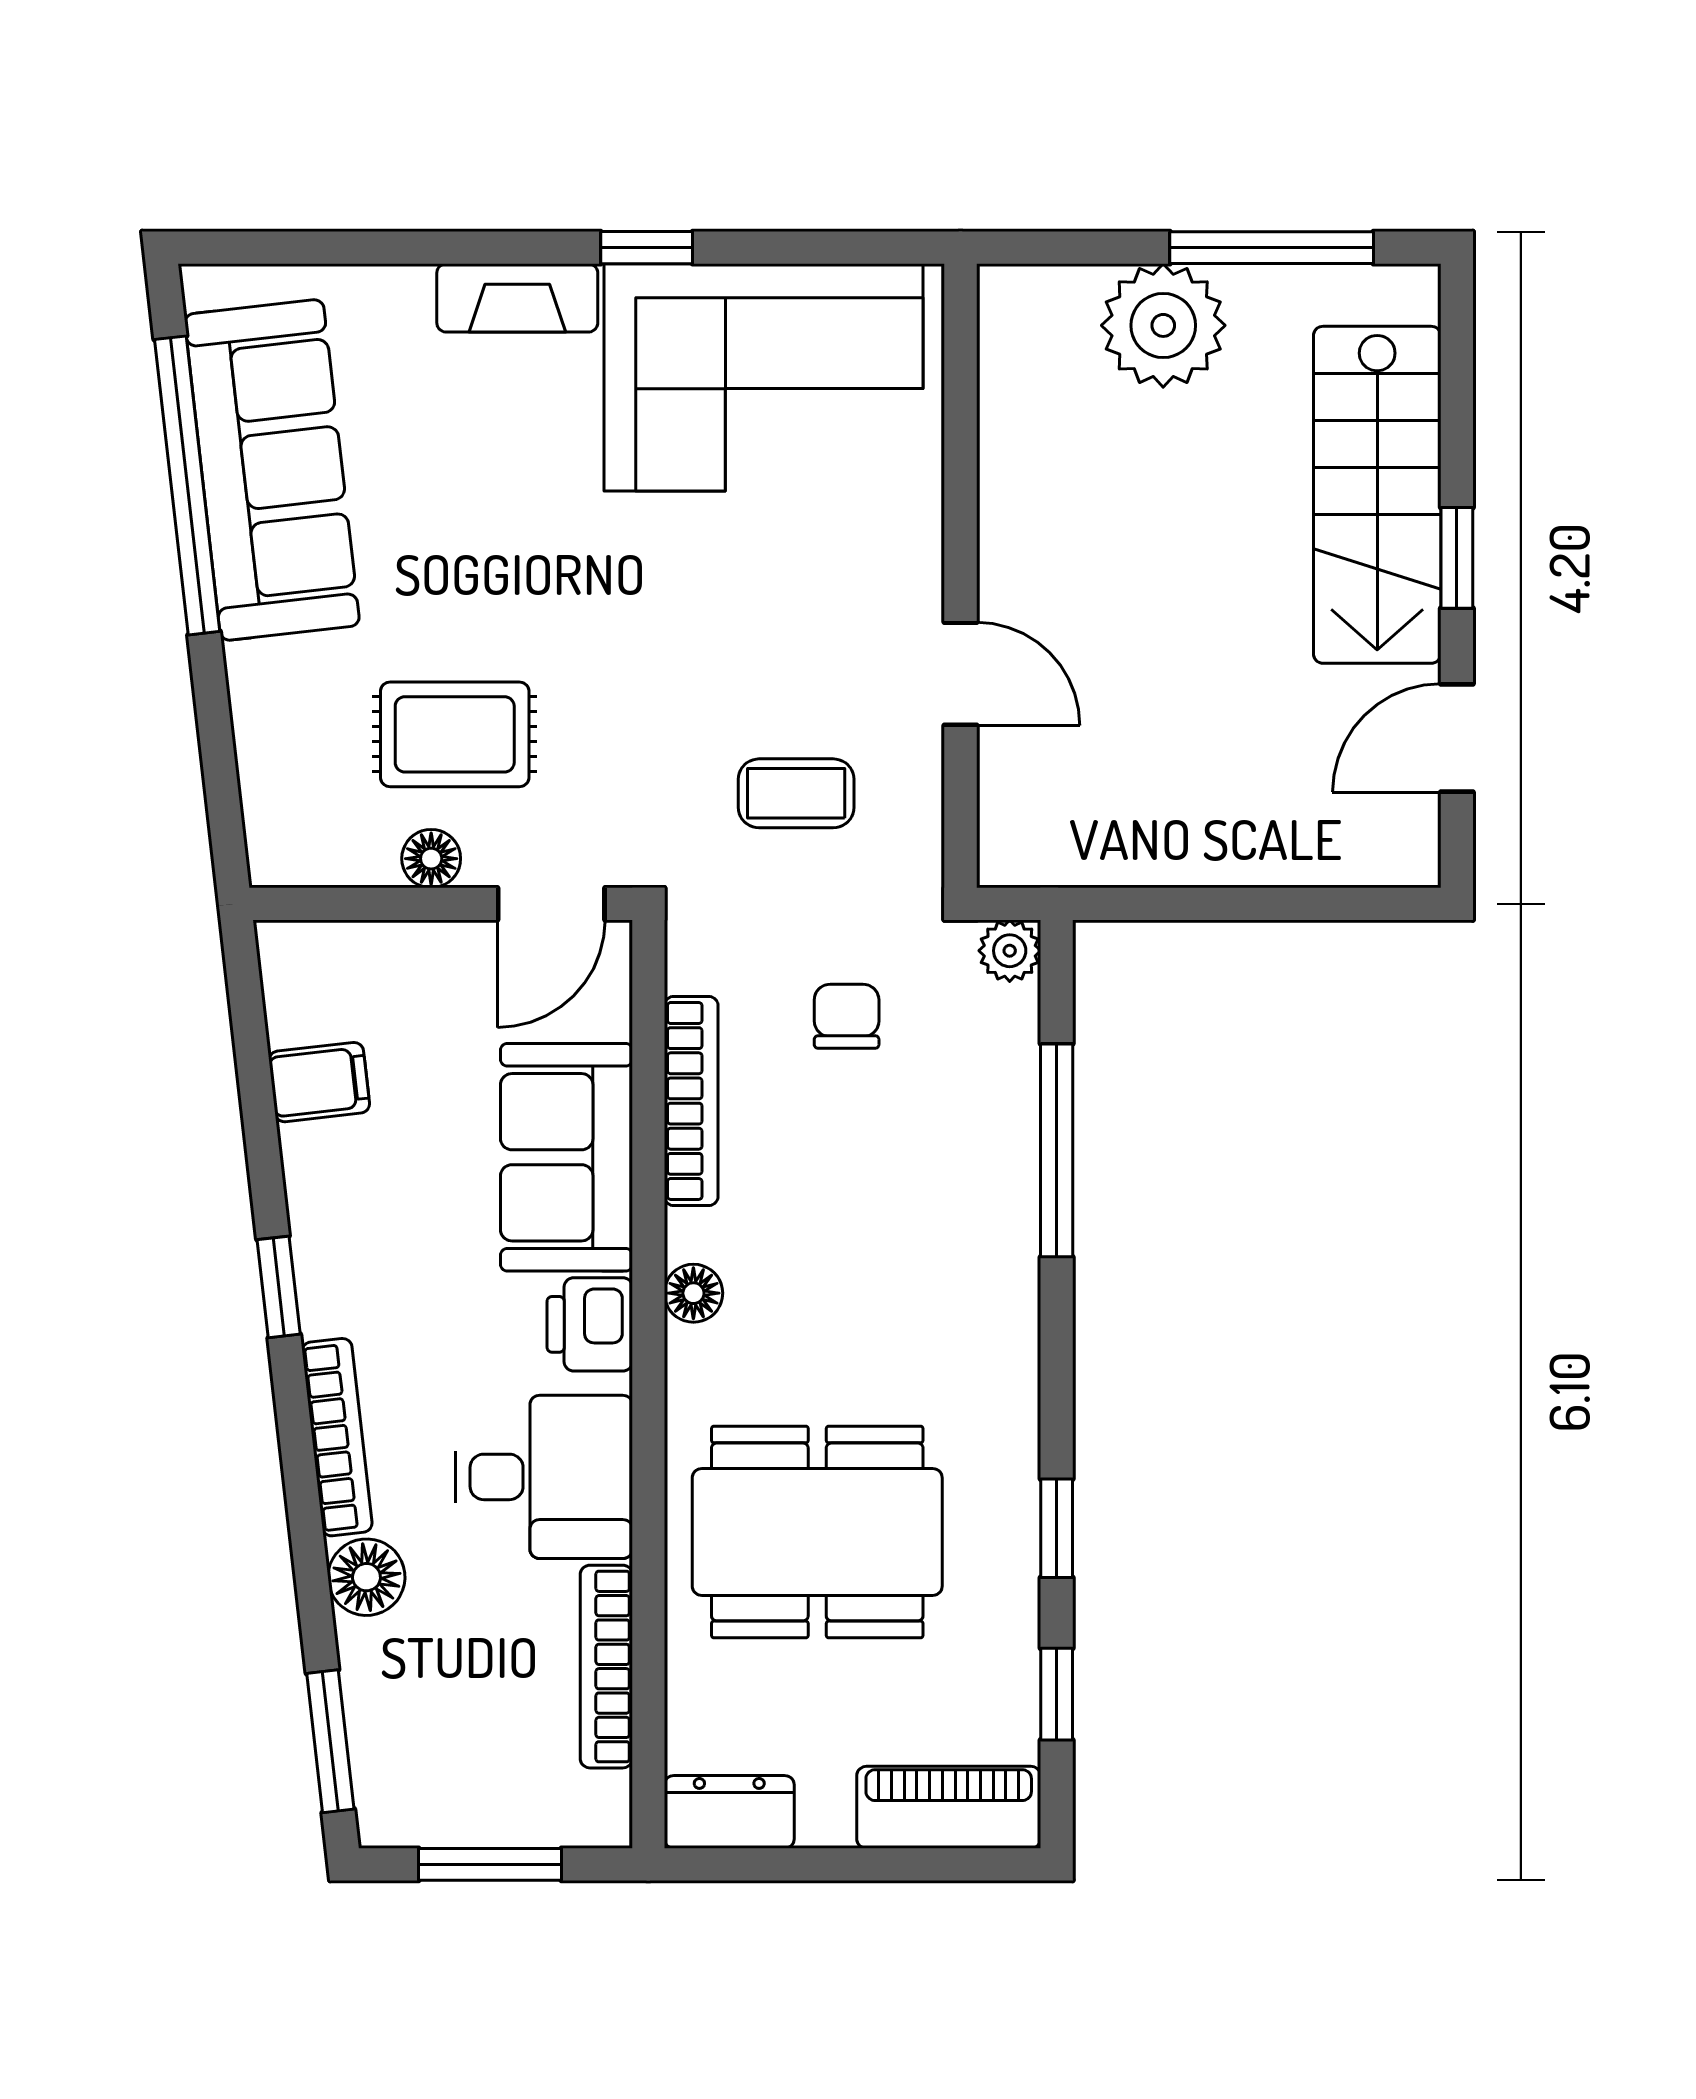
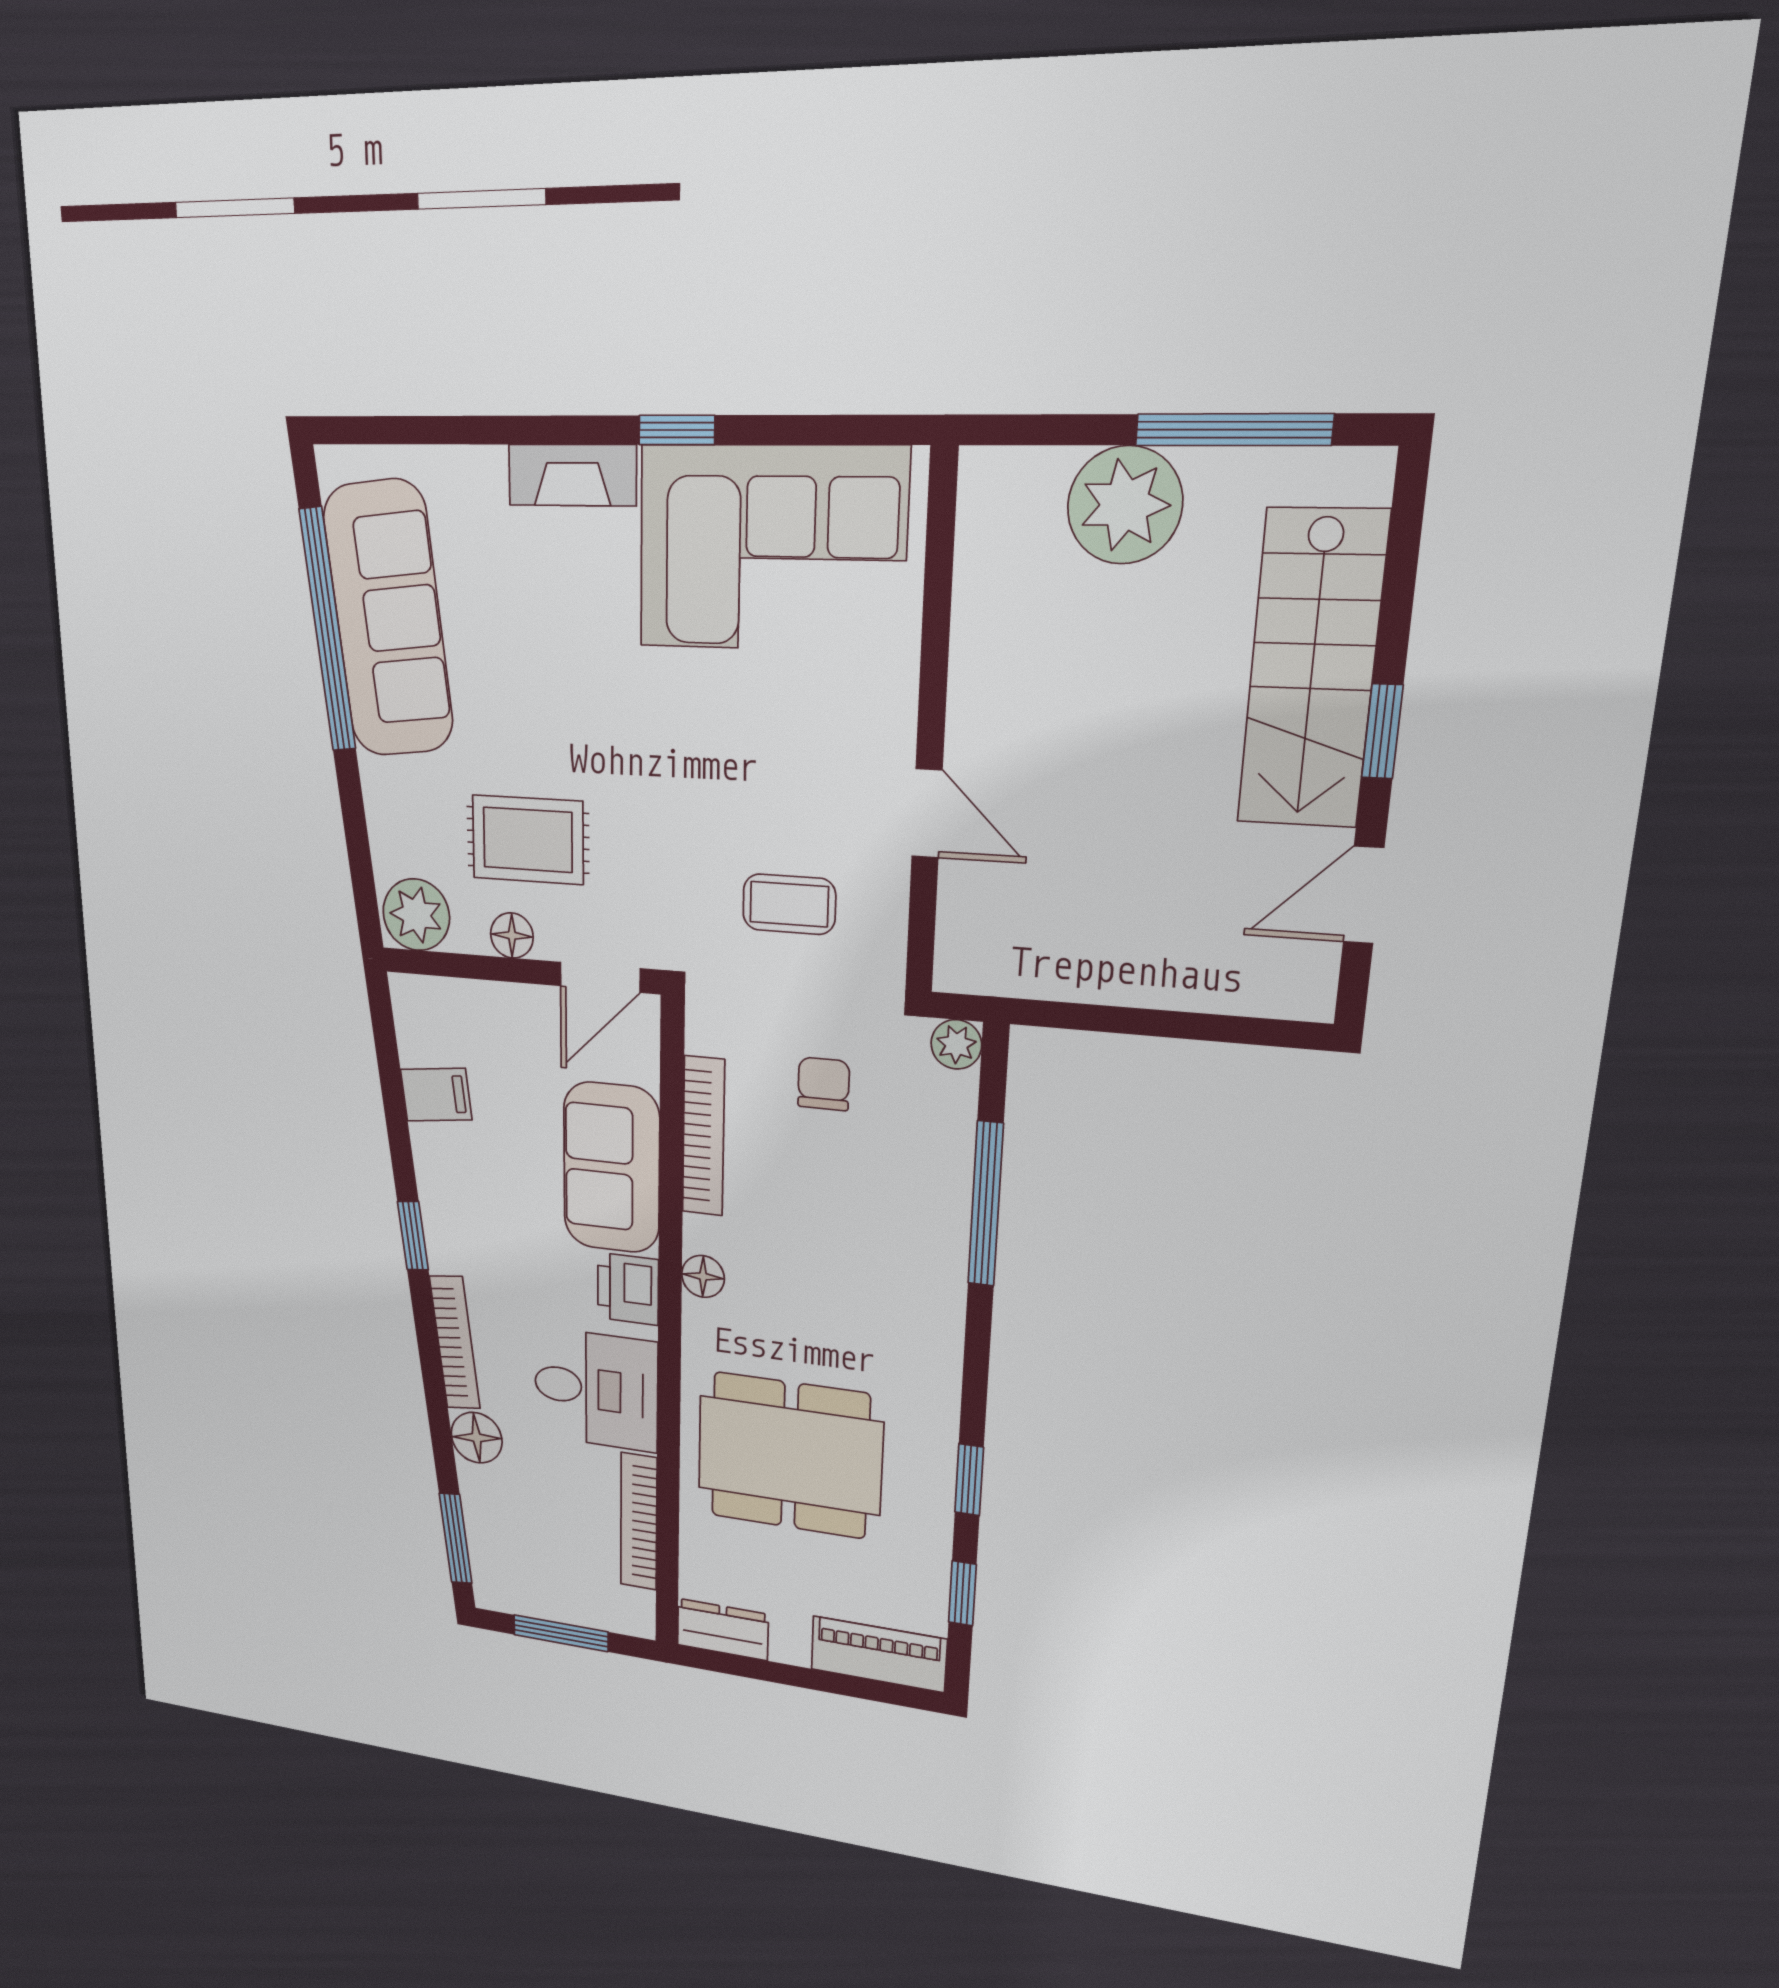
plant: (298, 841) -> (416, 915), added

